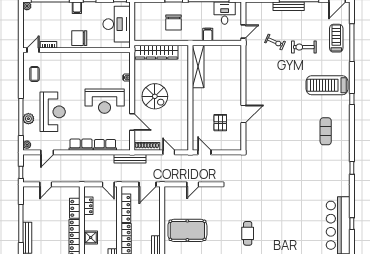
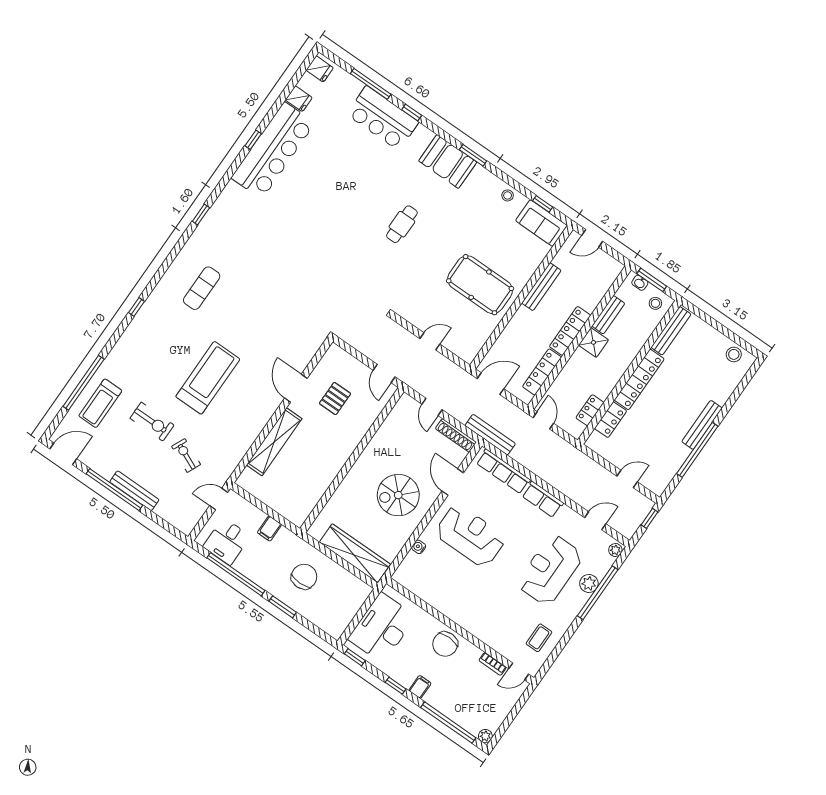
chair: (79, 38) -> (445, 644), turned 90
shelving: (198, 66) -> (274, 442), moved
treadmill: (327, 85) -> (208, 378), moved, turned -90
spiral stairs: (155, 96) -> (398, 495), turned -90
door: (243, 114) -> (296, 388), hinge flipped
row of seats: (105, 145) -> (503, 471), width x1.48
shower: (91, 238) -> (593, 342), moved

